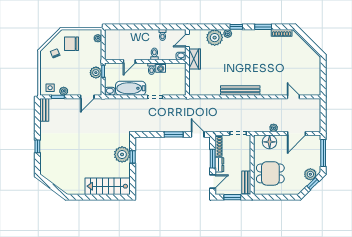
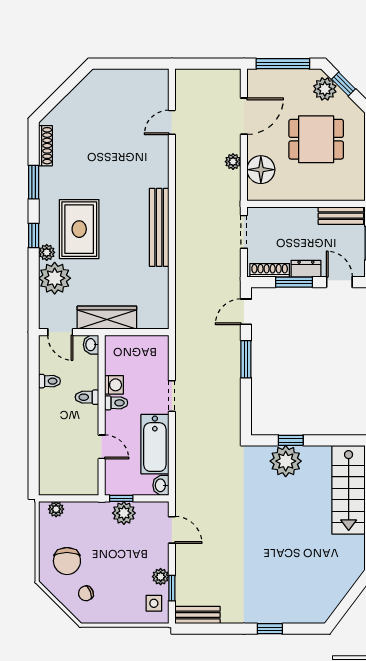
rug: (239, 50) -> (79, 229), added
wardrobe: (195, 59) -> (107, 318), width x1.50
door: (297, 133) -> (244, 116), hinge flipped
dining table: (270, 173) -> (316, 139), moved, turned 90

